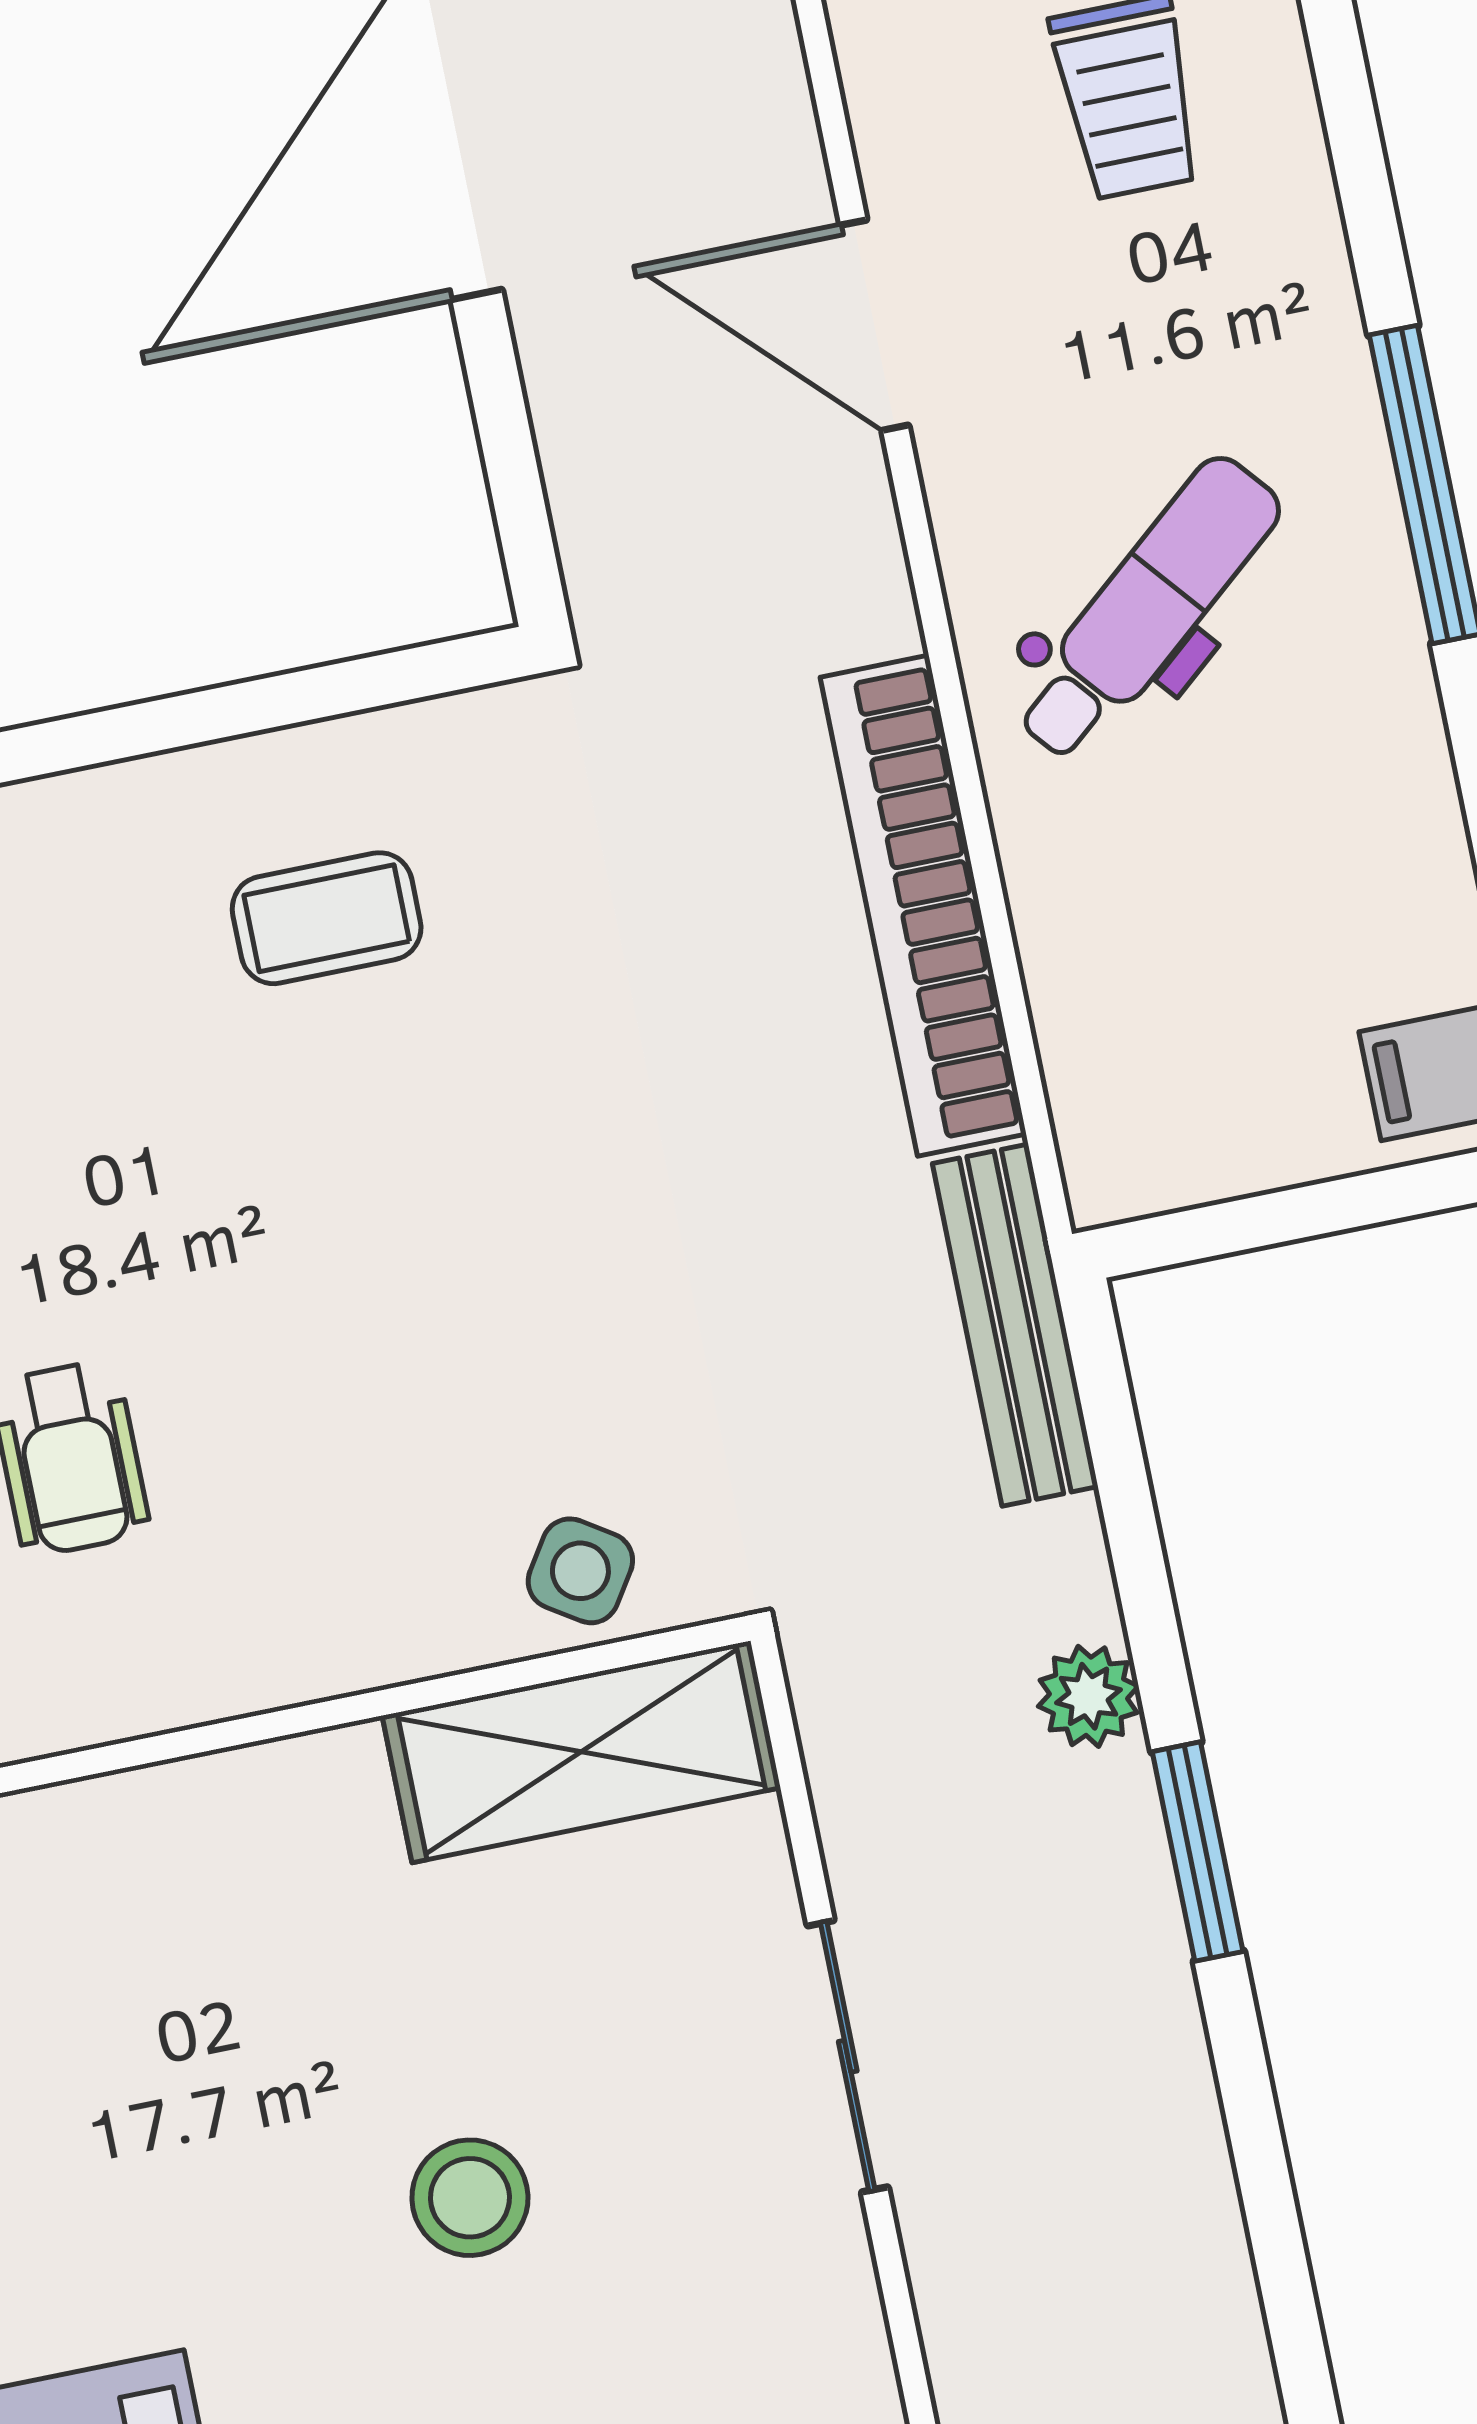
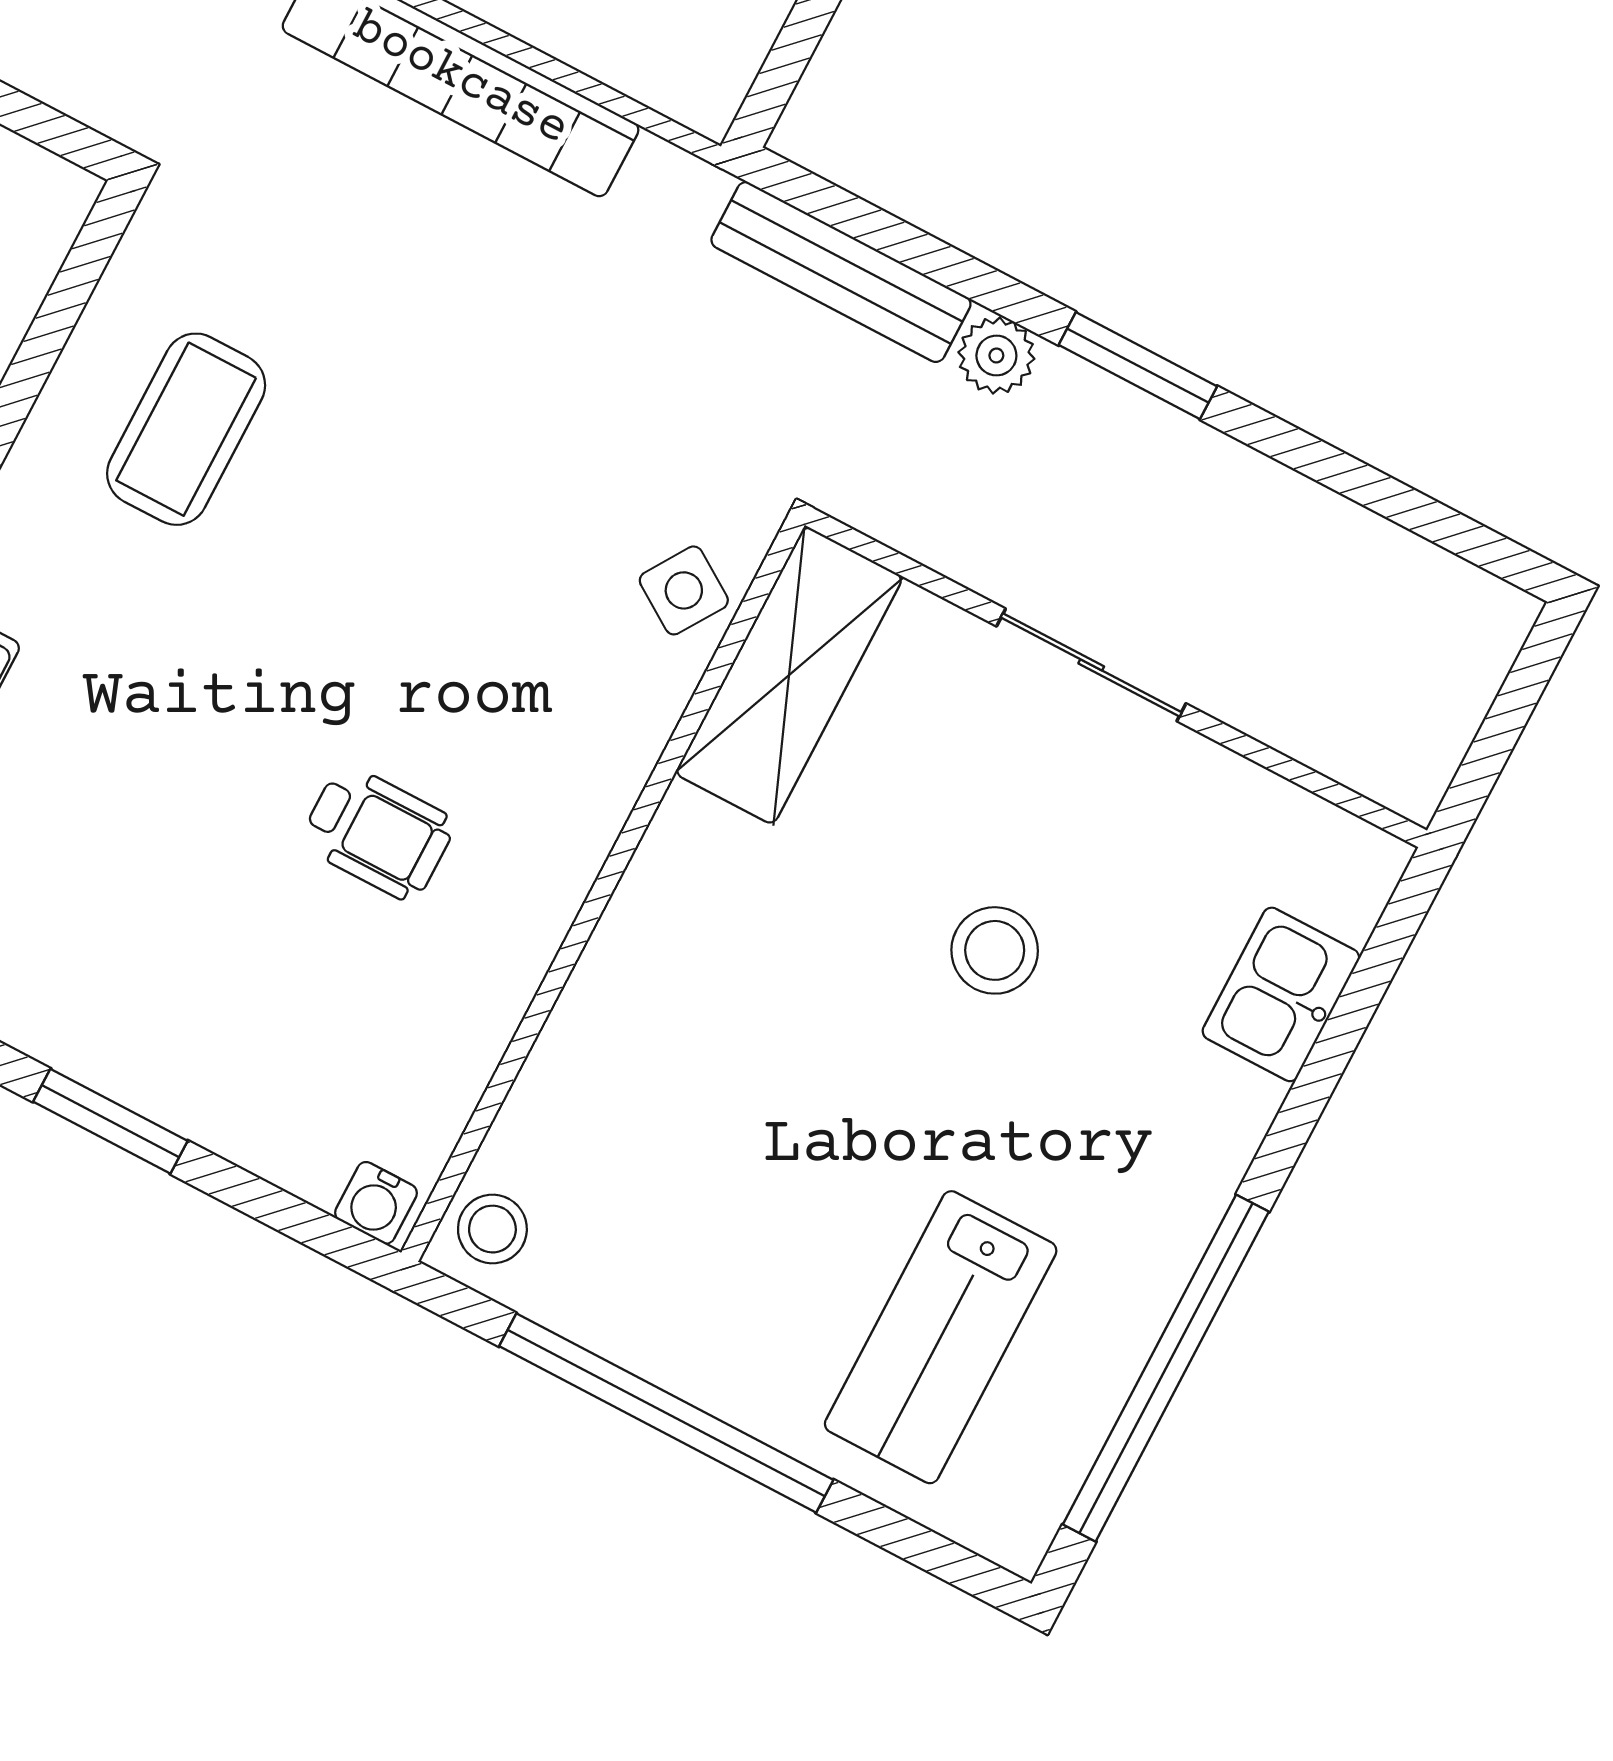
coffee table: (327, 918) -> (186, 429), width x1.36, depth x1.30
bench: (1015, 1325) -> (841, 272), moved

